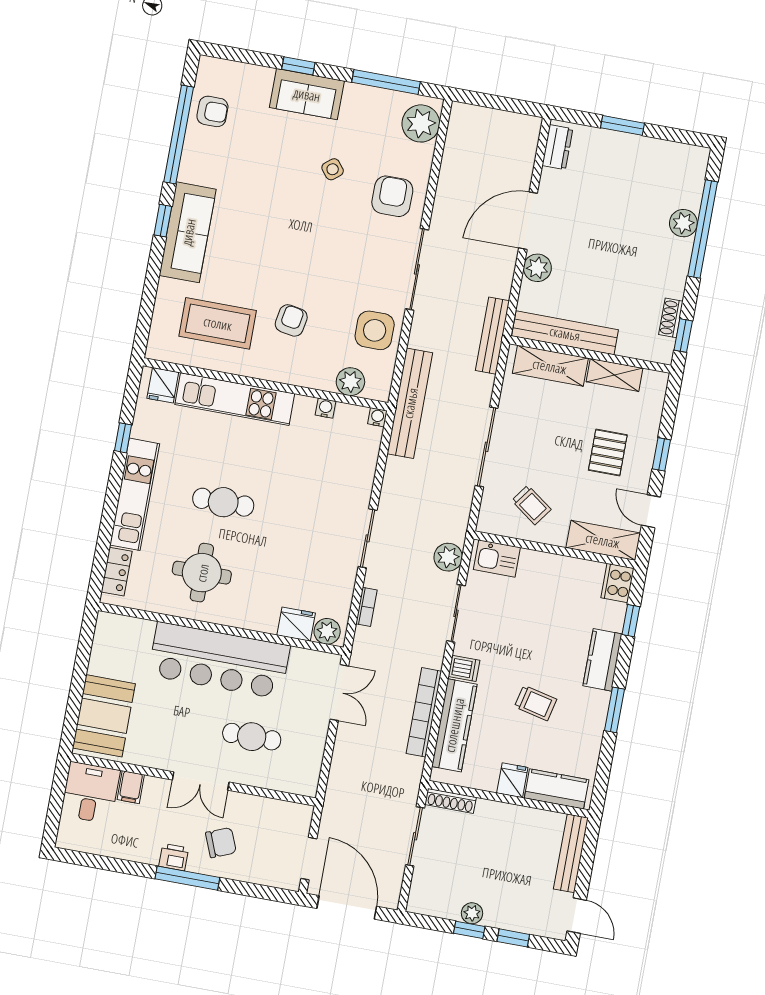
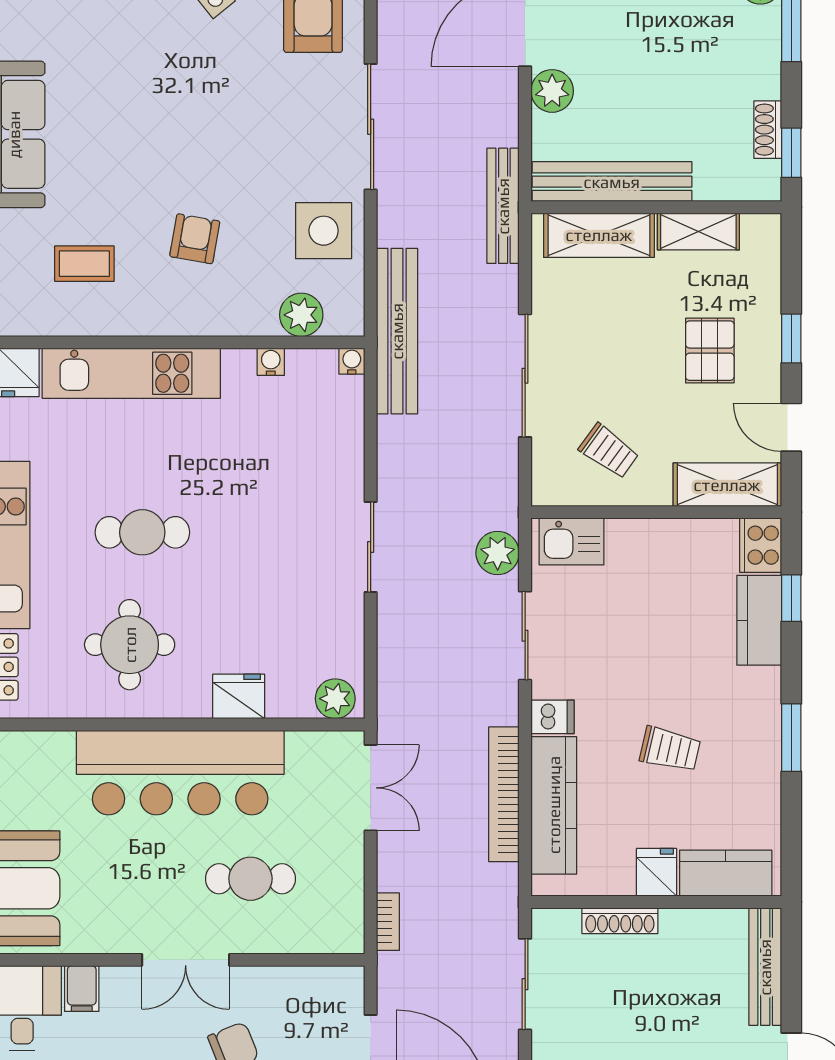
coffee table: (218, 323) -> (84, 264), width x0.54, depth x0.58
bookcase: (366, 607) -> (388, 922), moved
fridge: (296, 624) -> (239, 696), moved
kitchen counter: (602, 660) -> (759, 620), moved
shoe rack: (450, 801) -> (620, 921), moved

